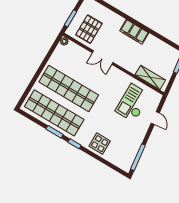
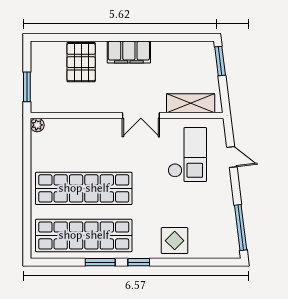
pallet: (89, 29) -> (81, 62), moved
double door: (103, 58) -> (141, 115), moved
checkout: (133, 103) -> (187, 155), turned 180

